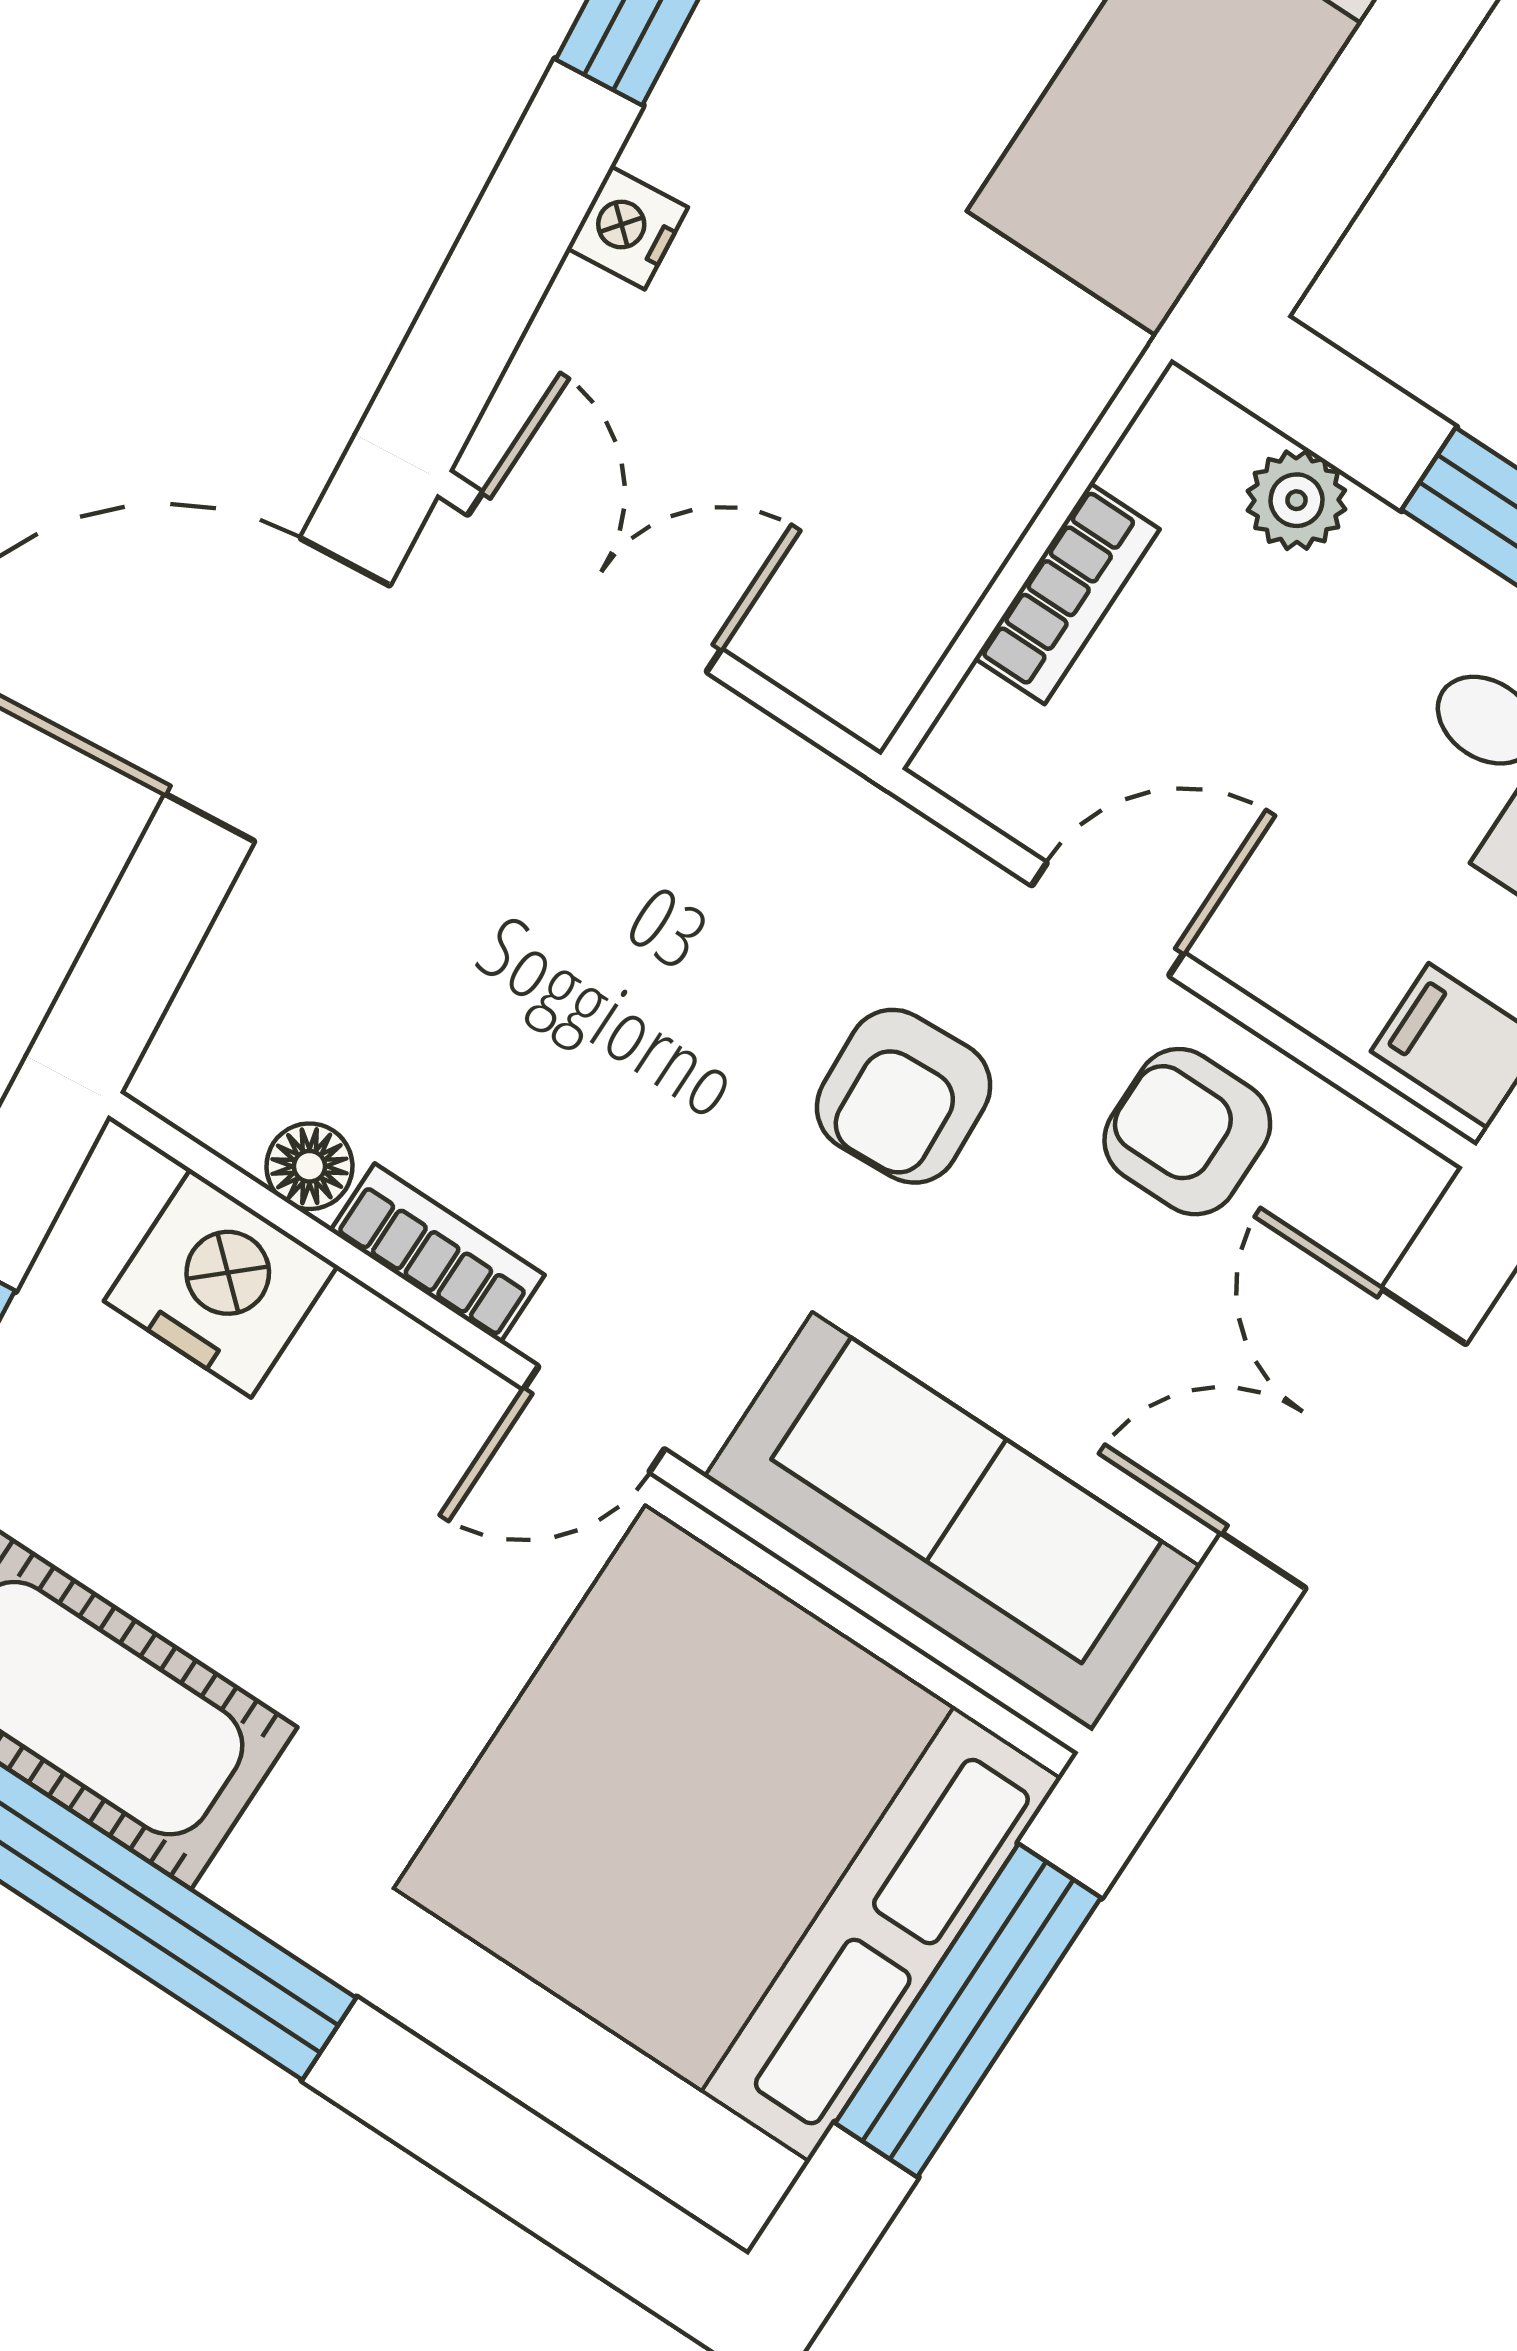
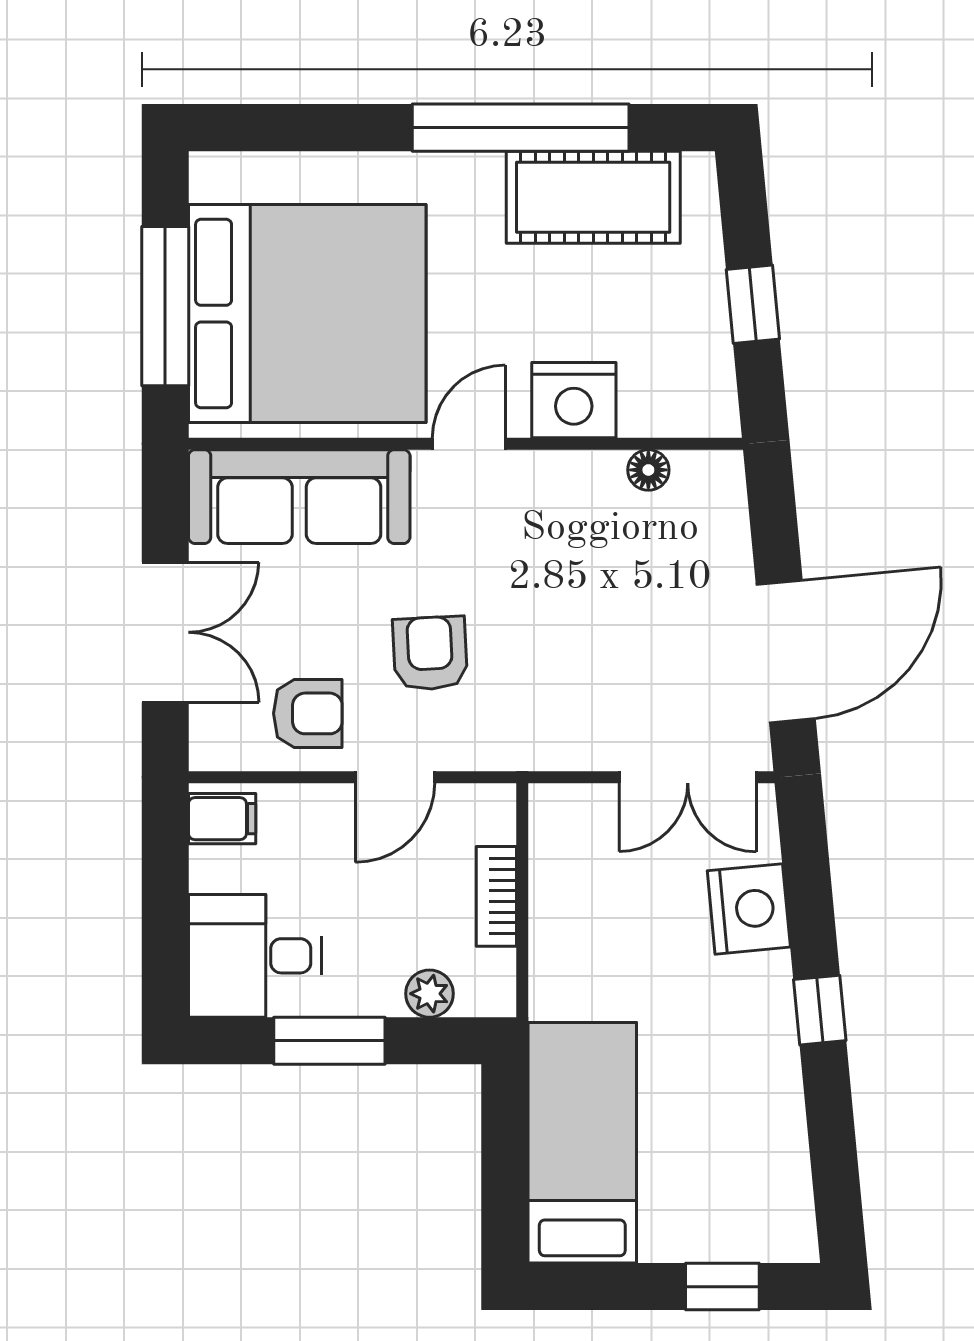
nightstand: (627, 228) -> (749, 909), width x1.89, depth x1.79
bookcase: (437, 1253) -> (575, 469), removed
nightstand: (221, 1283) -> (574, 400), moved

